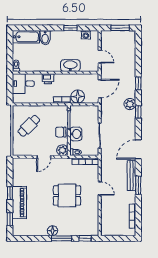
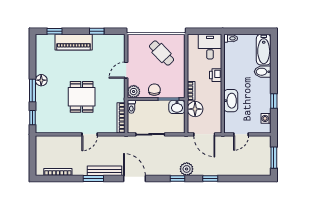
washbasin: (76, 134) -> (177, 107), moved
door: (44, 157) -> (126, 70), hinge flipped
window: (10, 193) -> (97, 31), moved

